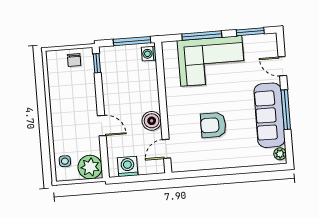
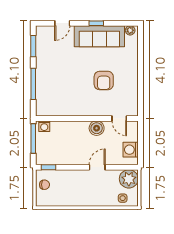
corner sofa: (211, 61) -> (54, 78), removed
window: (286, 110) -> (96, 23), width x0.46

